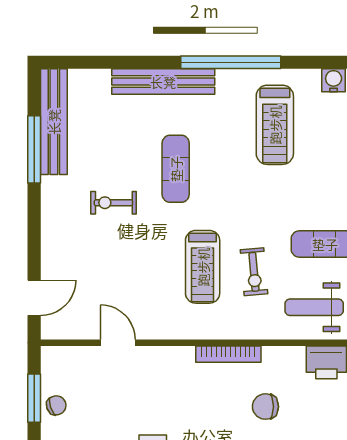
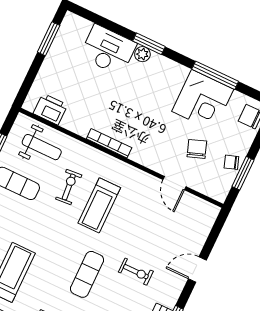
treadmill: (203, 267) -> (99, 205), turned 180
door: (34, 298) -> (197, 270), moved
chair: (265, 407) -> (197, 149), moved, turned -110

